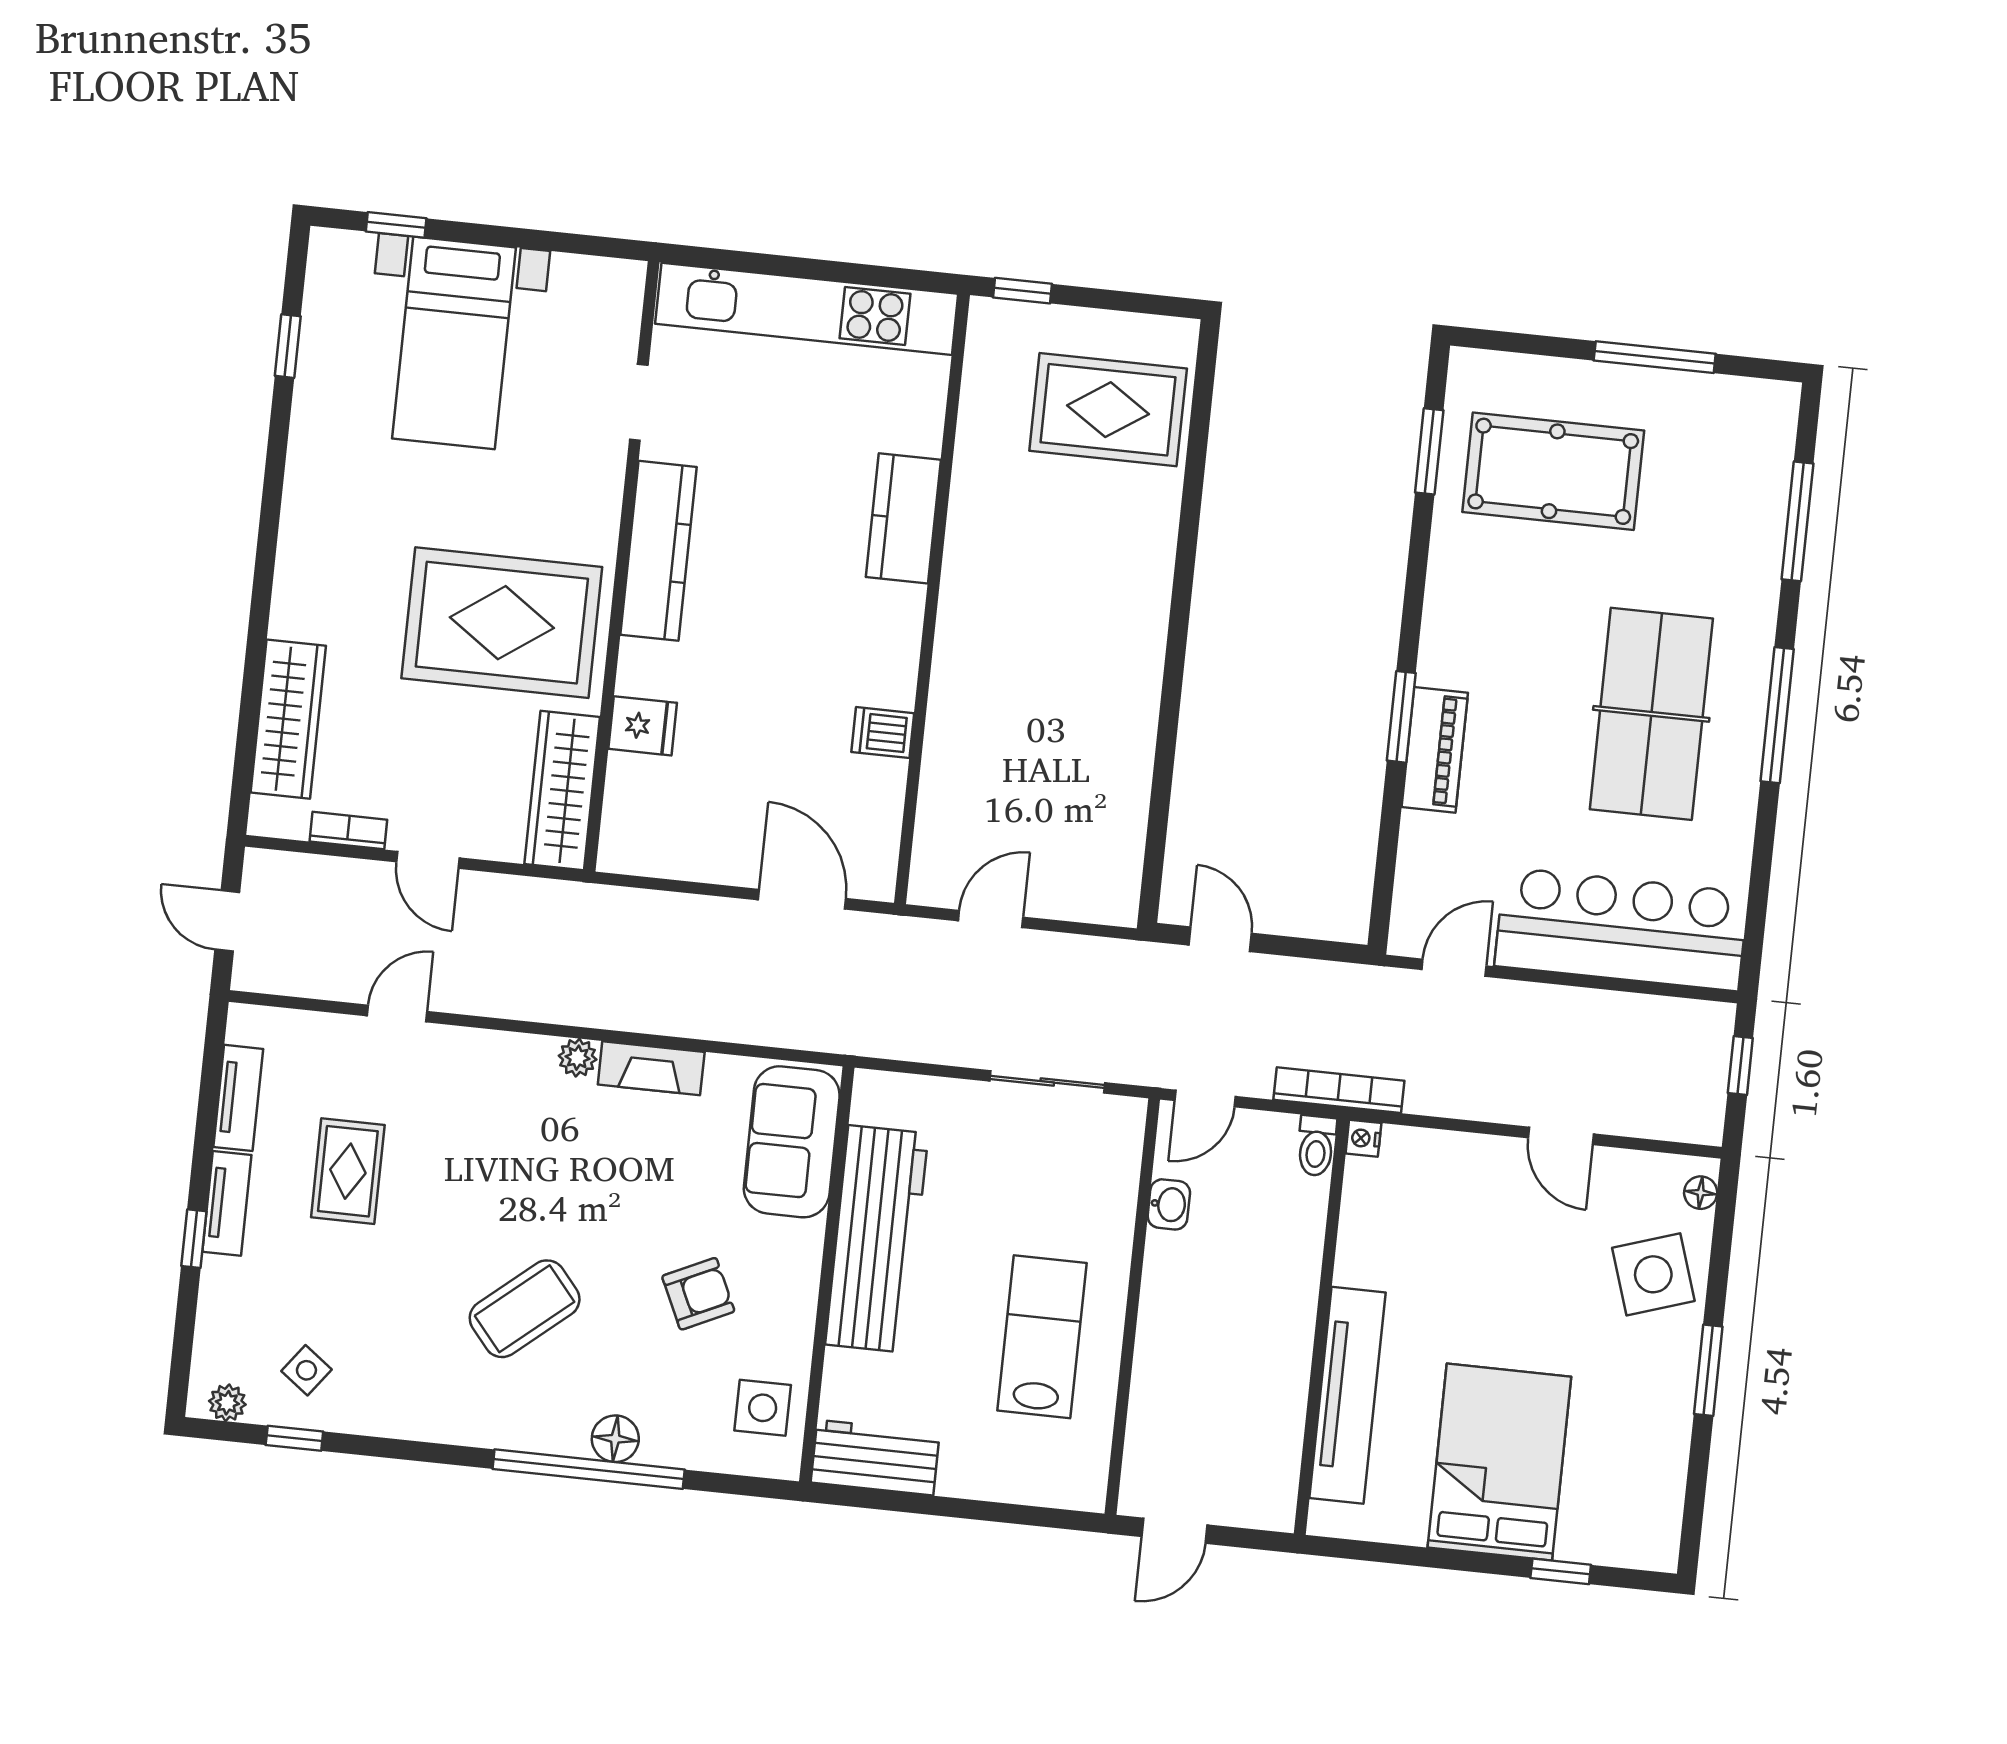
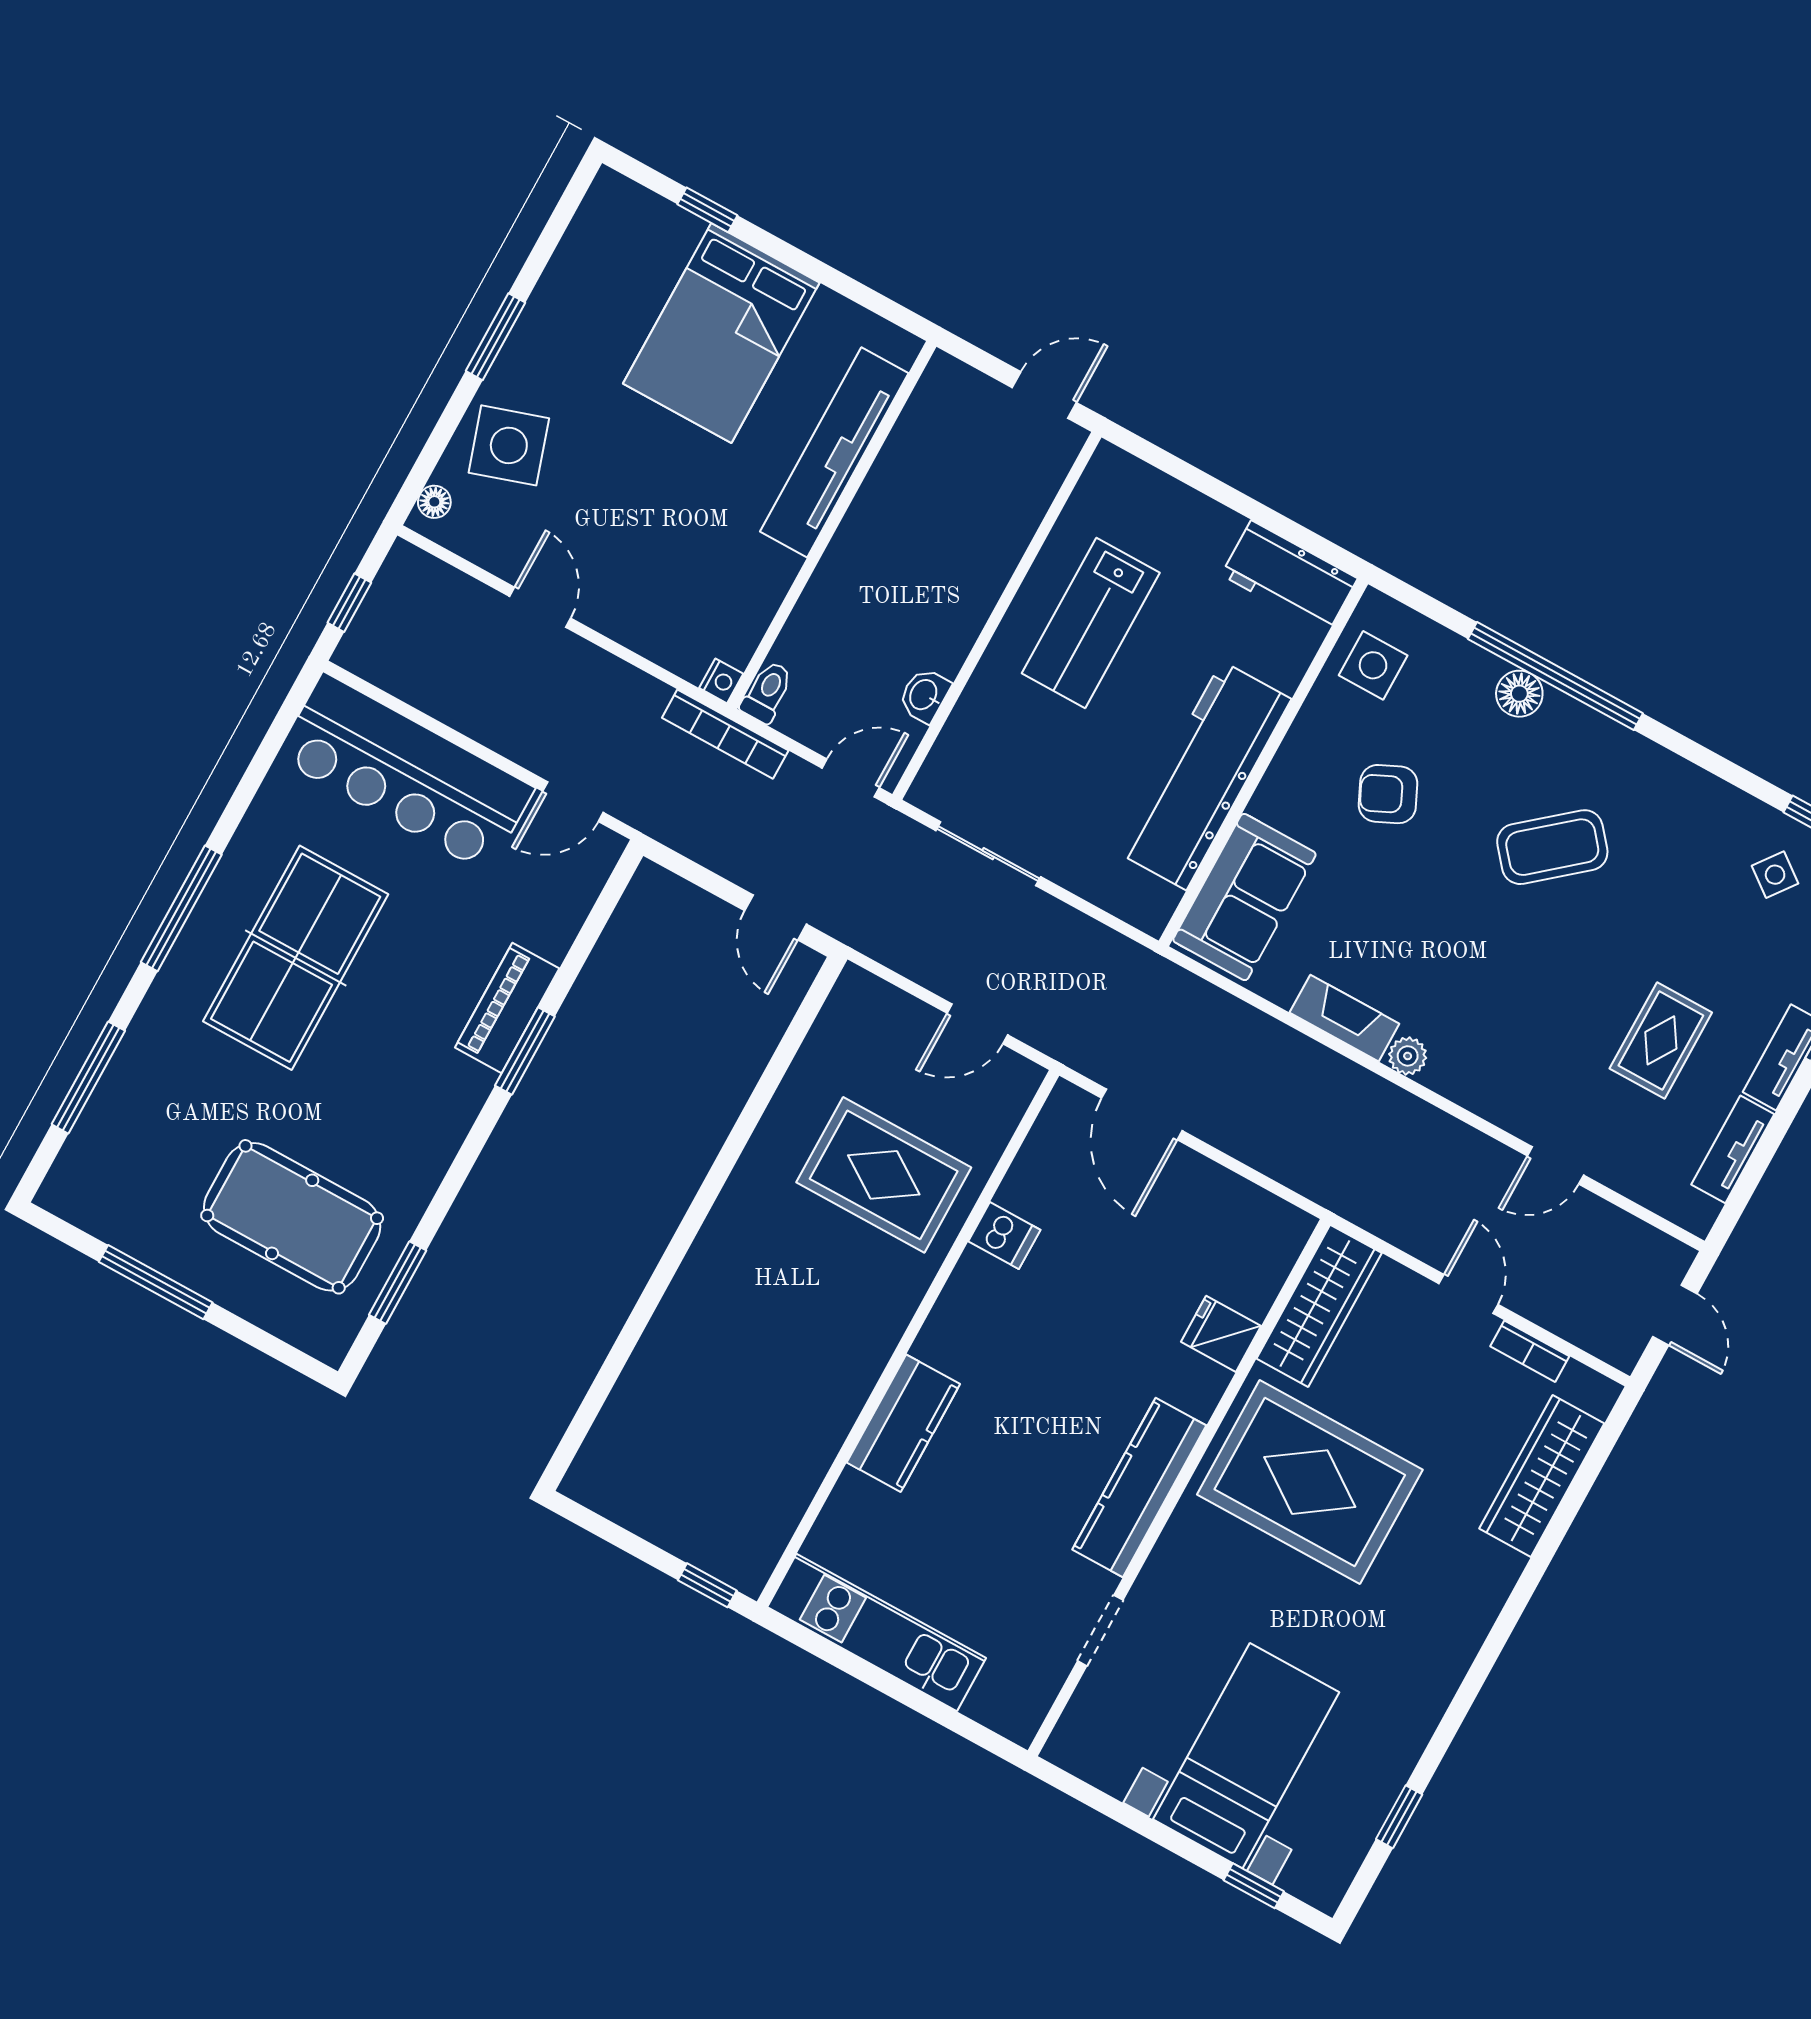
kitchen unit: (807, 309) -> (877, 1633), width x0.73
rug: (1108, 410) -> (884, 1175), moved

